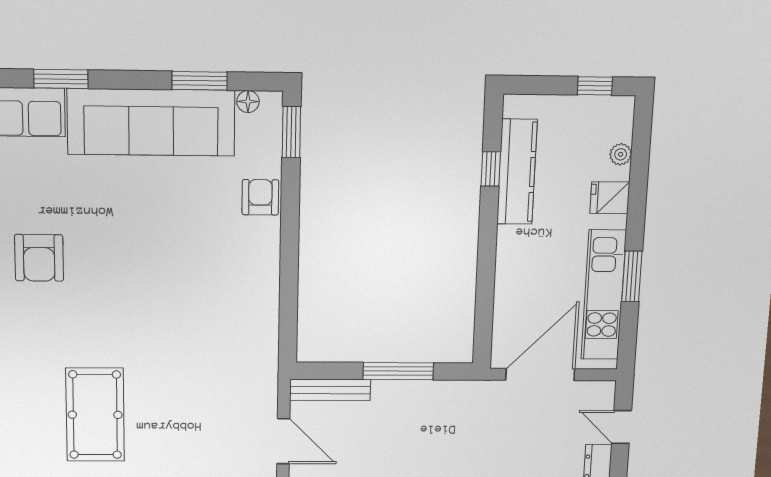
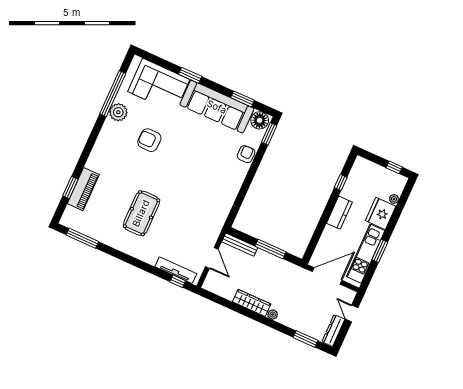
floor lamp: (248, 102) -> (260, 120), width x1.89, depth x1.89
kitchen counter: (517, 172) -> (339, 213), moved, width x0.67
fridge: (610, 198) -> (381, 213), width x1.88, depth x1.34
armchair: (39, 258) -> (149, 140), turned 90

